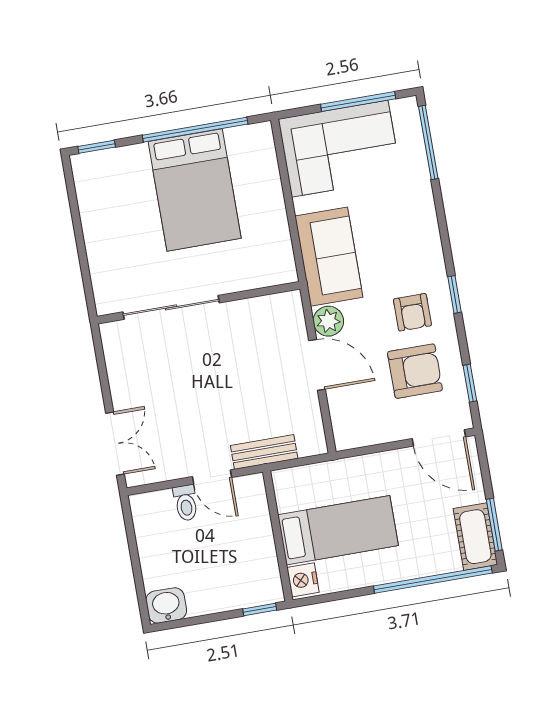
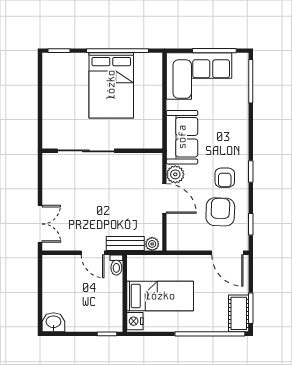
armchair: (415, 371) -> (220, 212), turned -88
plant: (310, 445) -> (152, 244), added
toilet: (186, 503) -> (116, 265), moved

